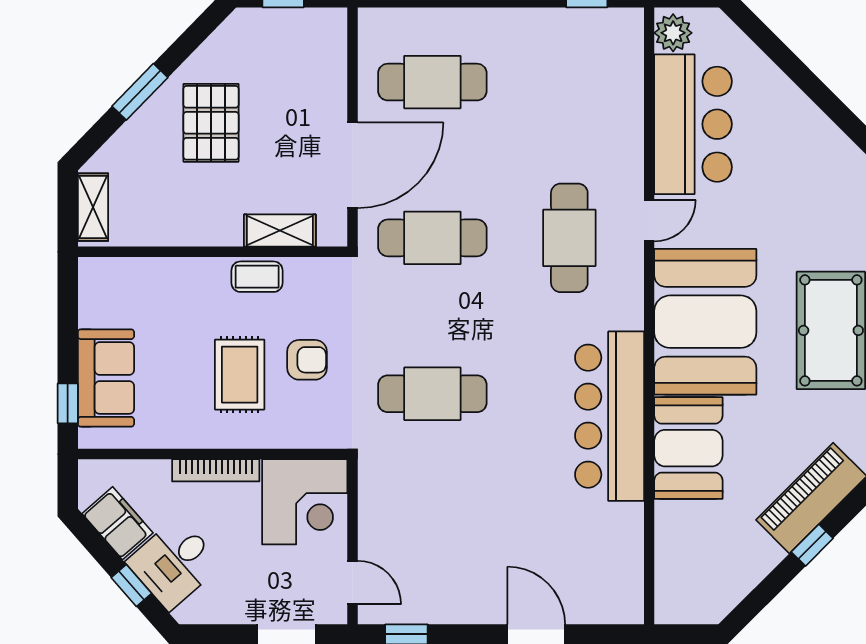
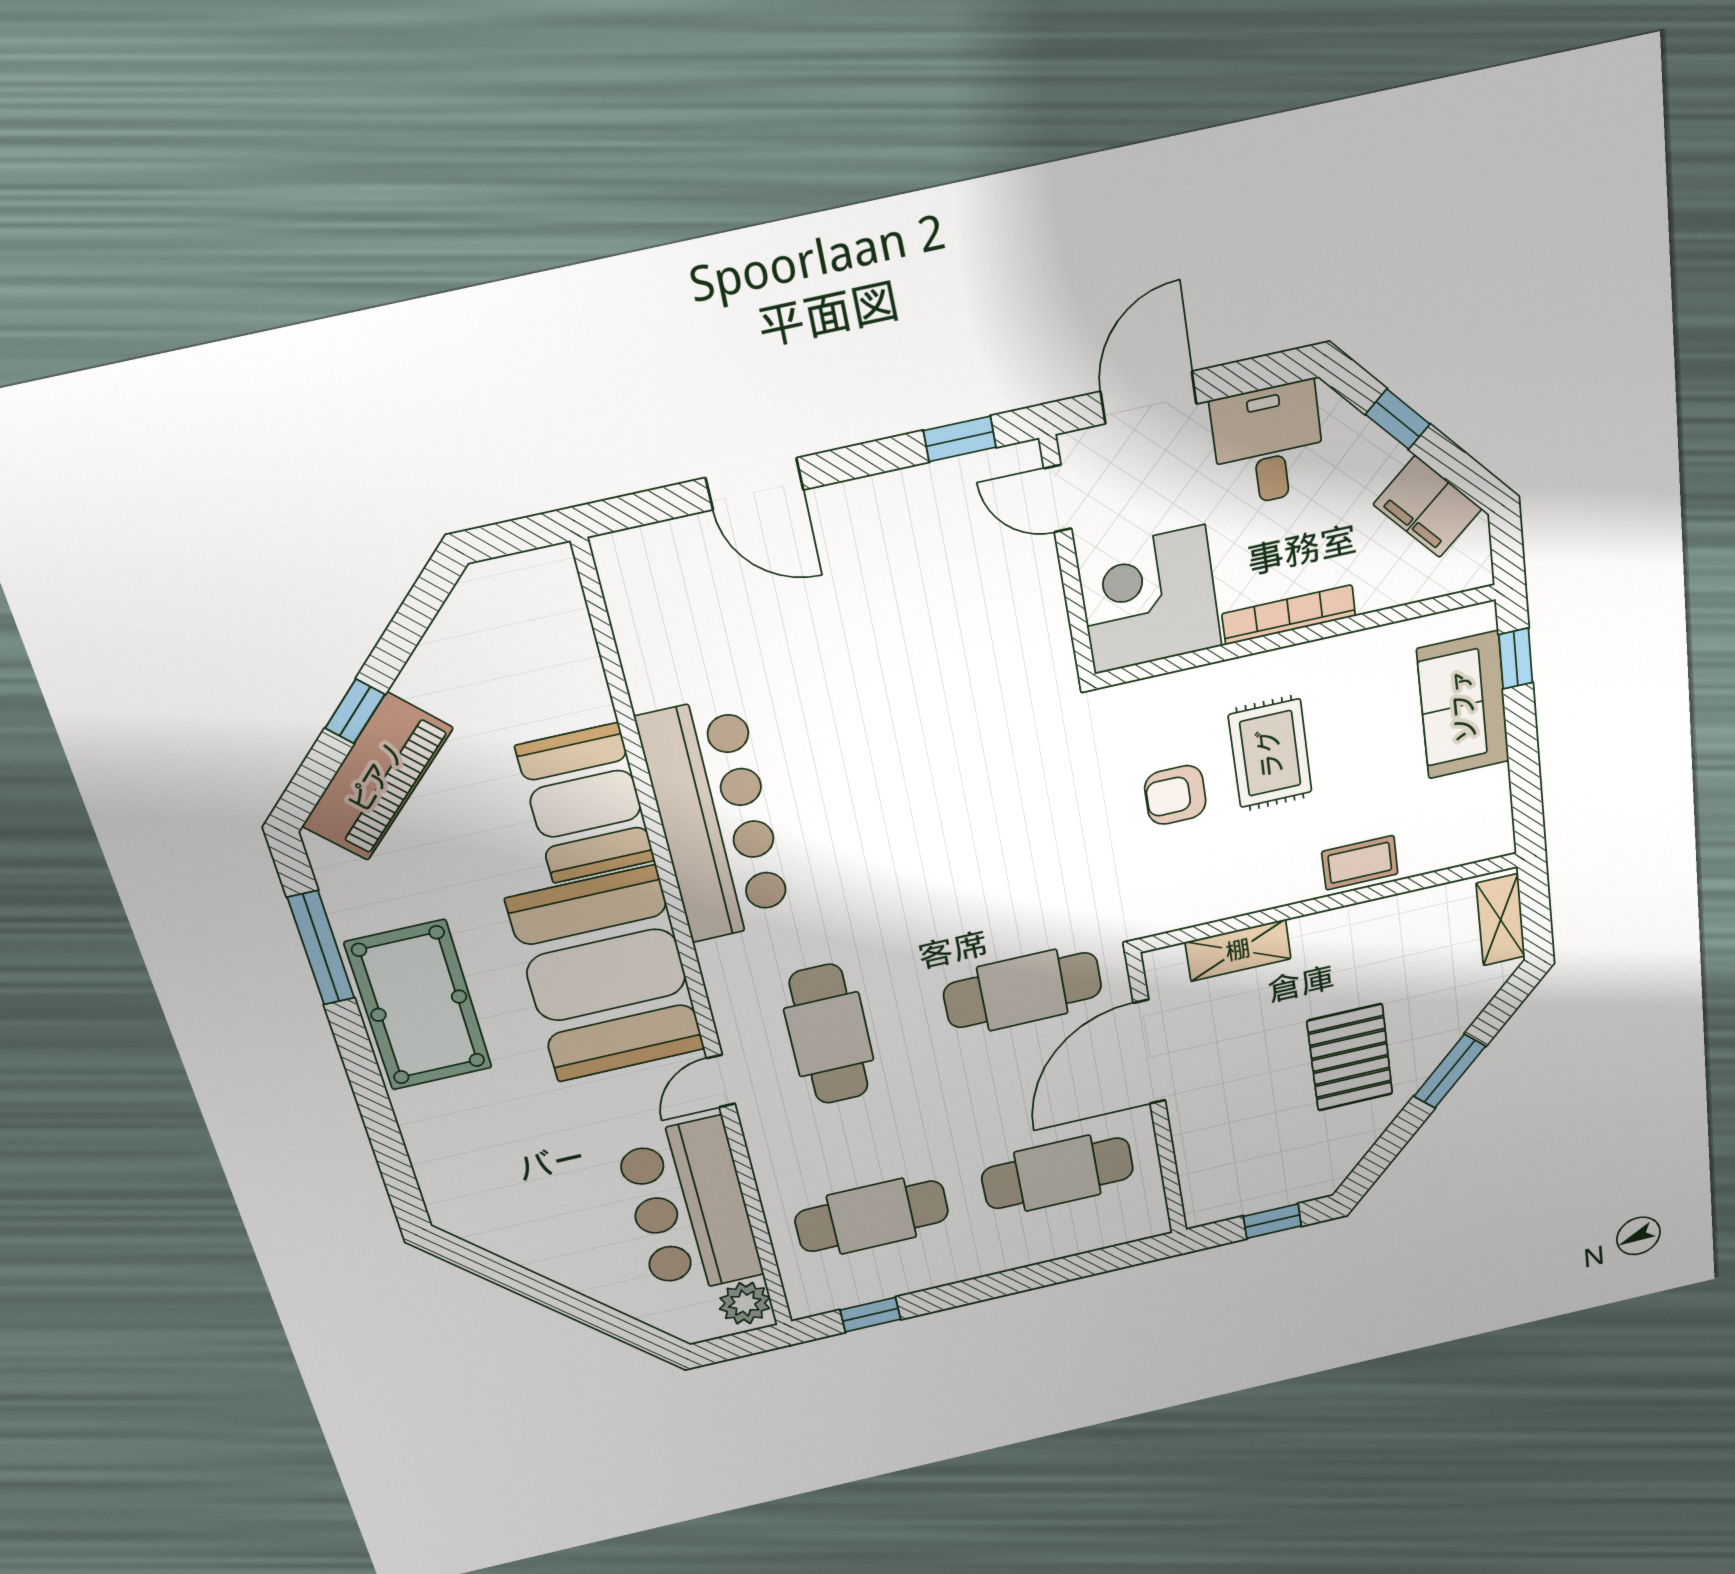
coffee table: (257, 277) -> (1360, 863), moved
cafe table: (432, 394) -> (872, 1216), moved
desk: (174, 563) -> (1268, 444), moved, turned -49

